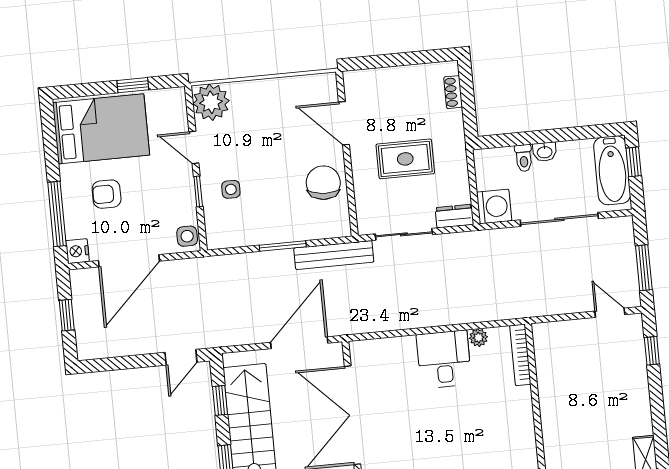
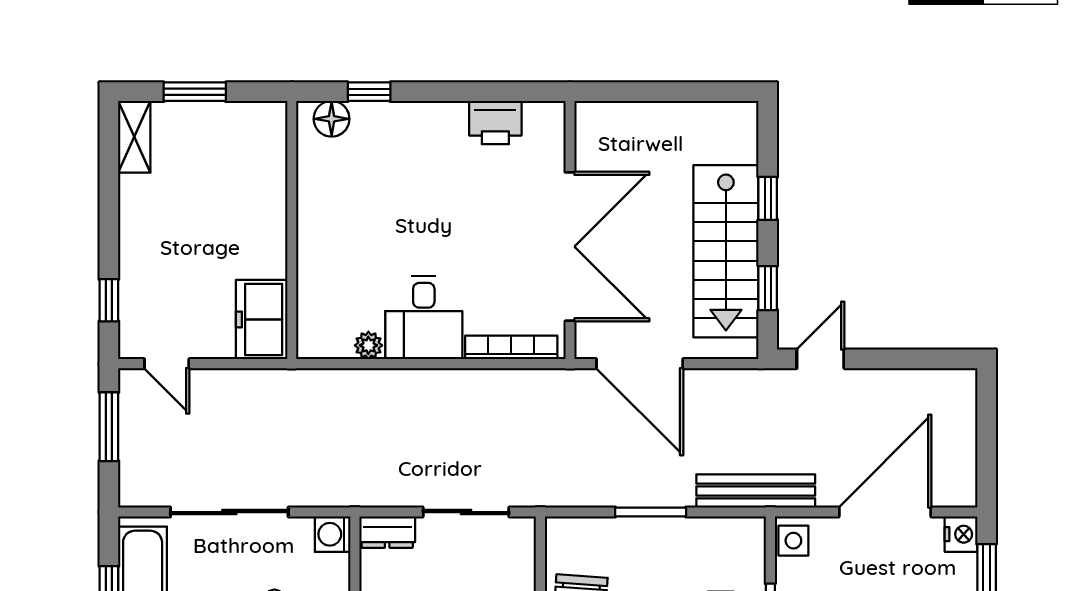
washing machine: (494, 206) -> (333, 534), width x0.73, depth x0.73
bench: (334, 255) -> (756, 491), moved
window: (67, 315) -> (987, 439), removed
door: (299, 343) -> (640, 364), hinge flipped
freezer: (550, 348) -> (262, 320), added
bookcase: (520, 355) -> (511, 347), moved, turned -90

